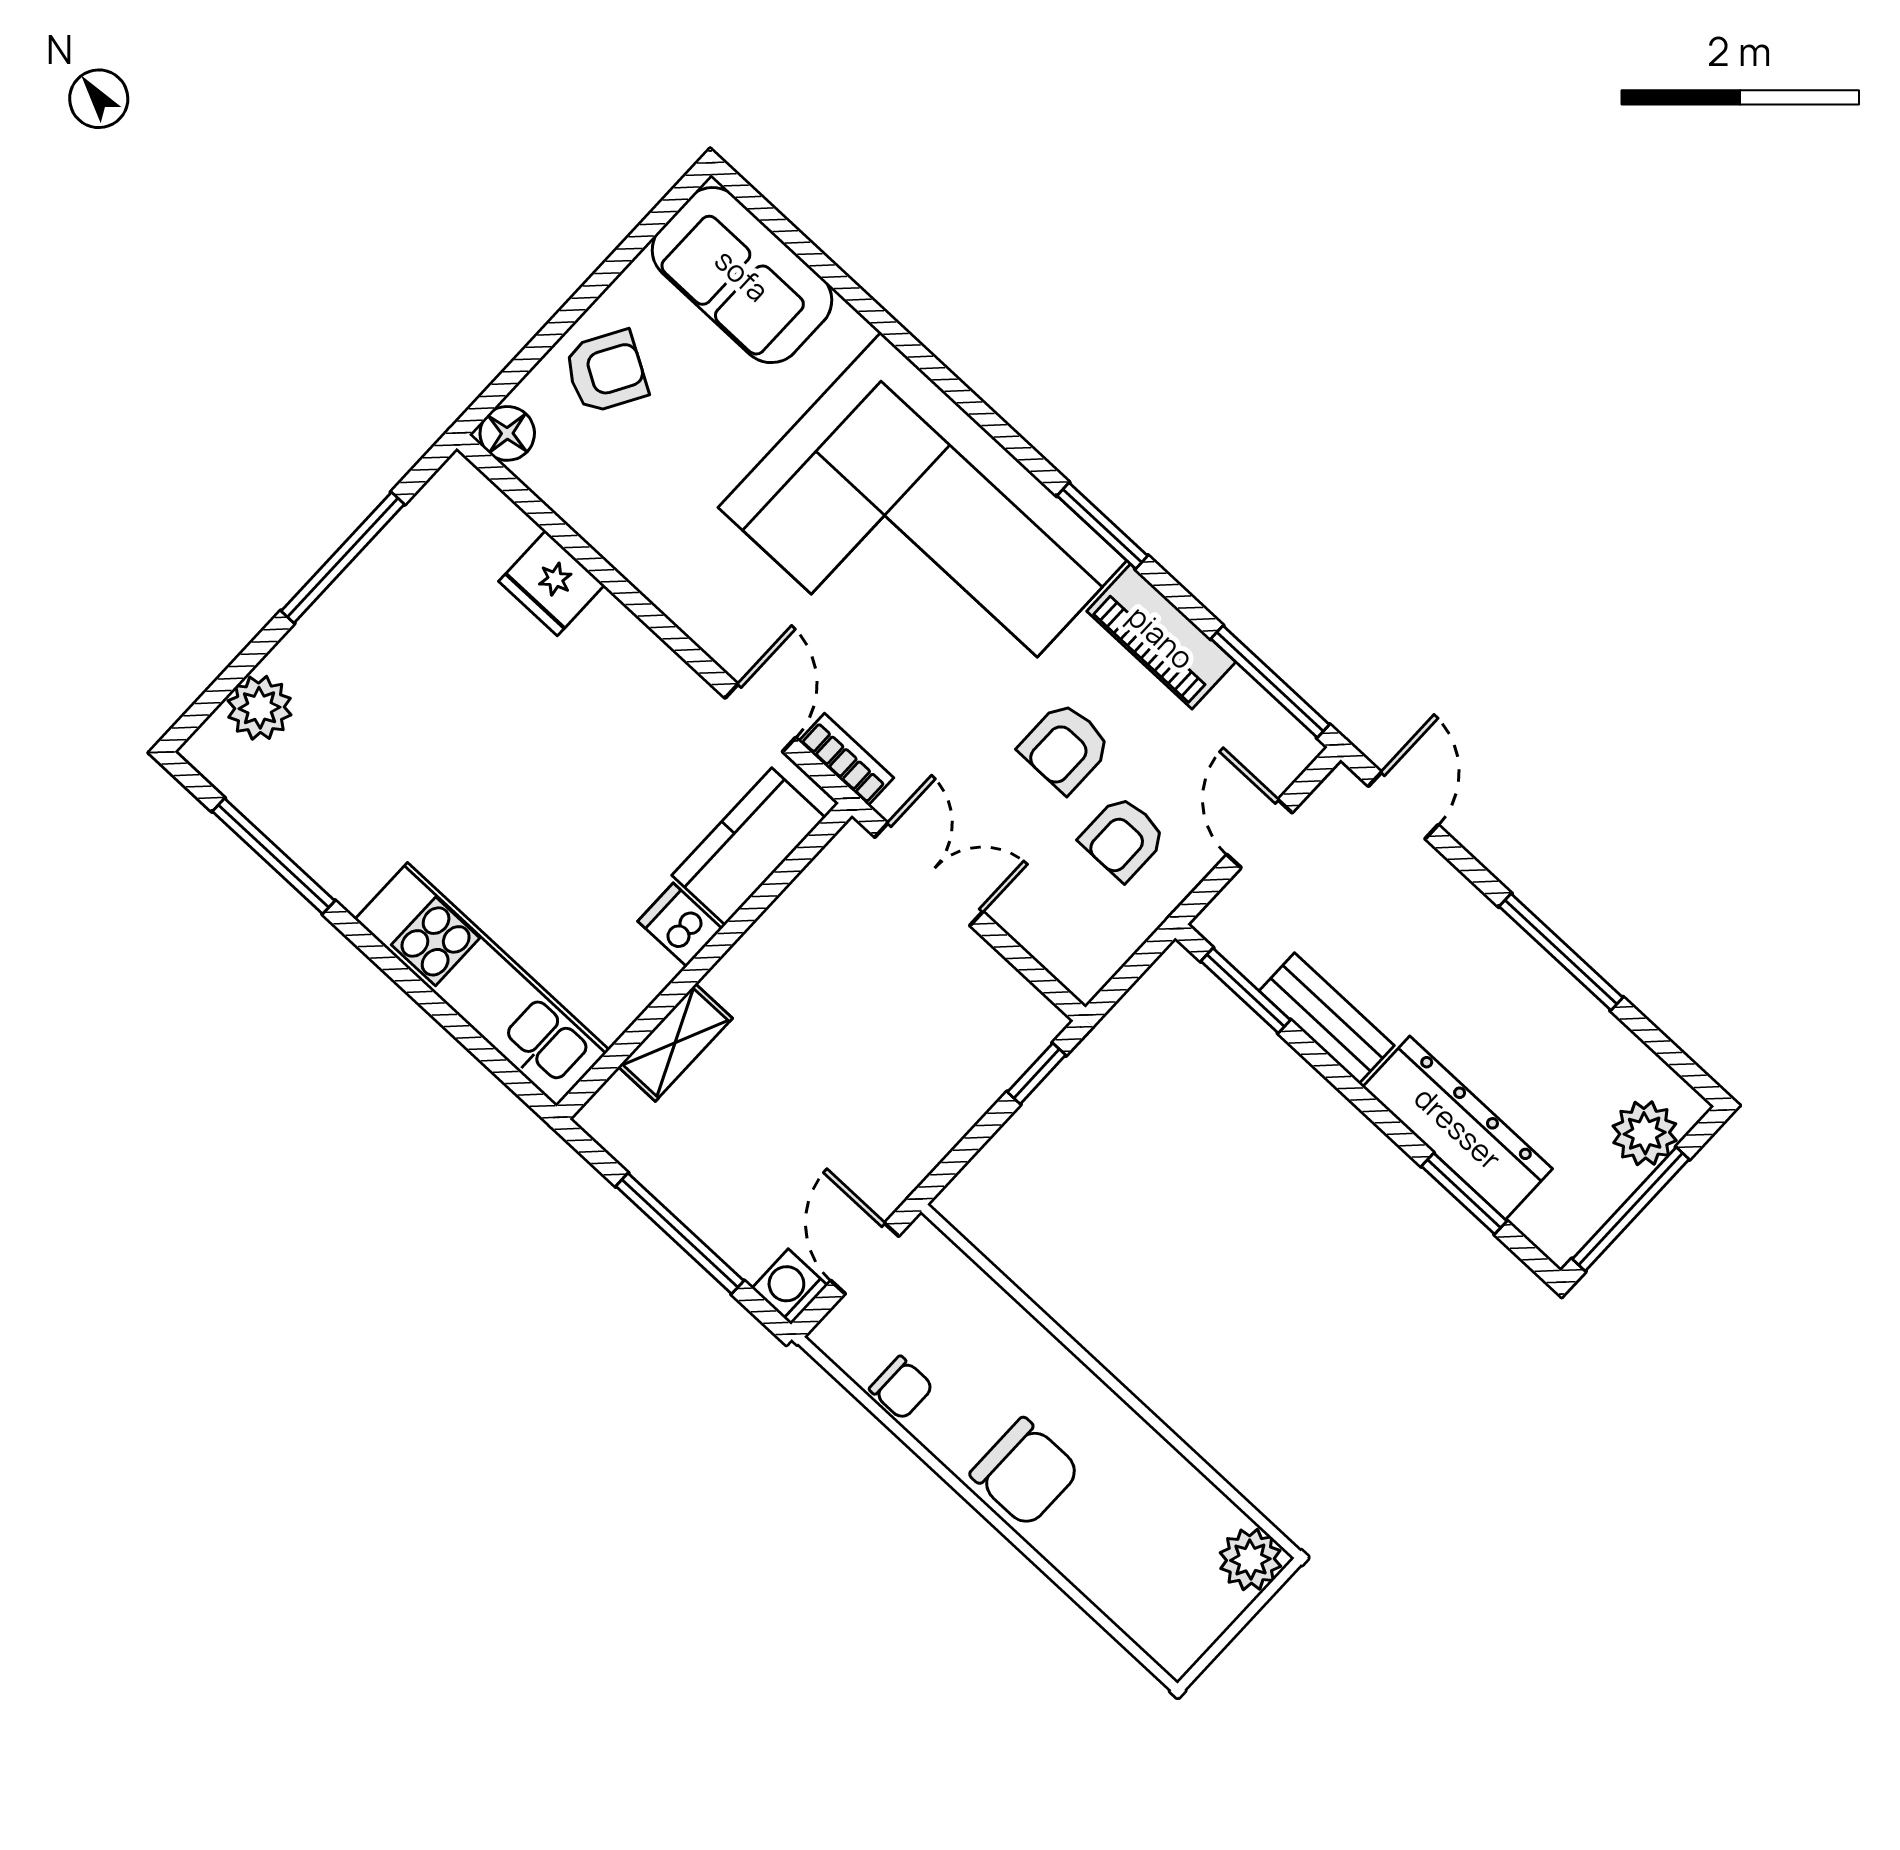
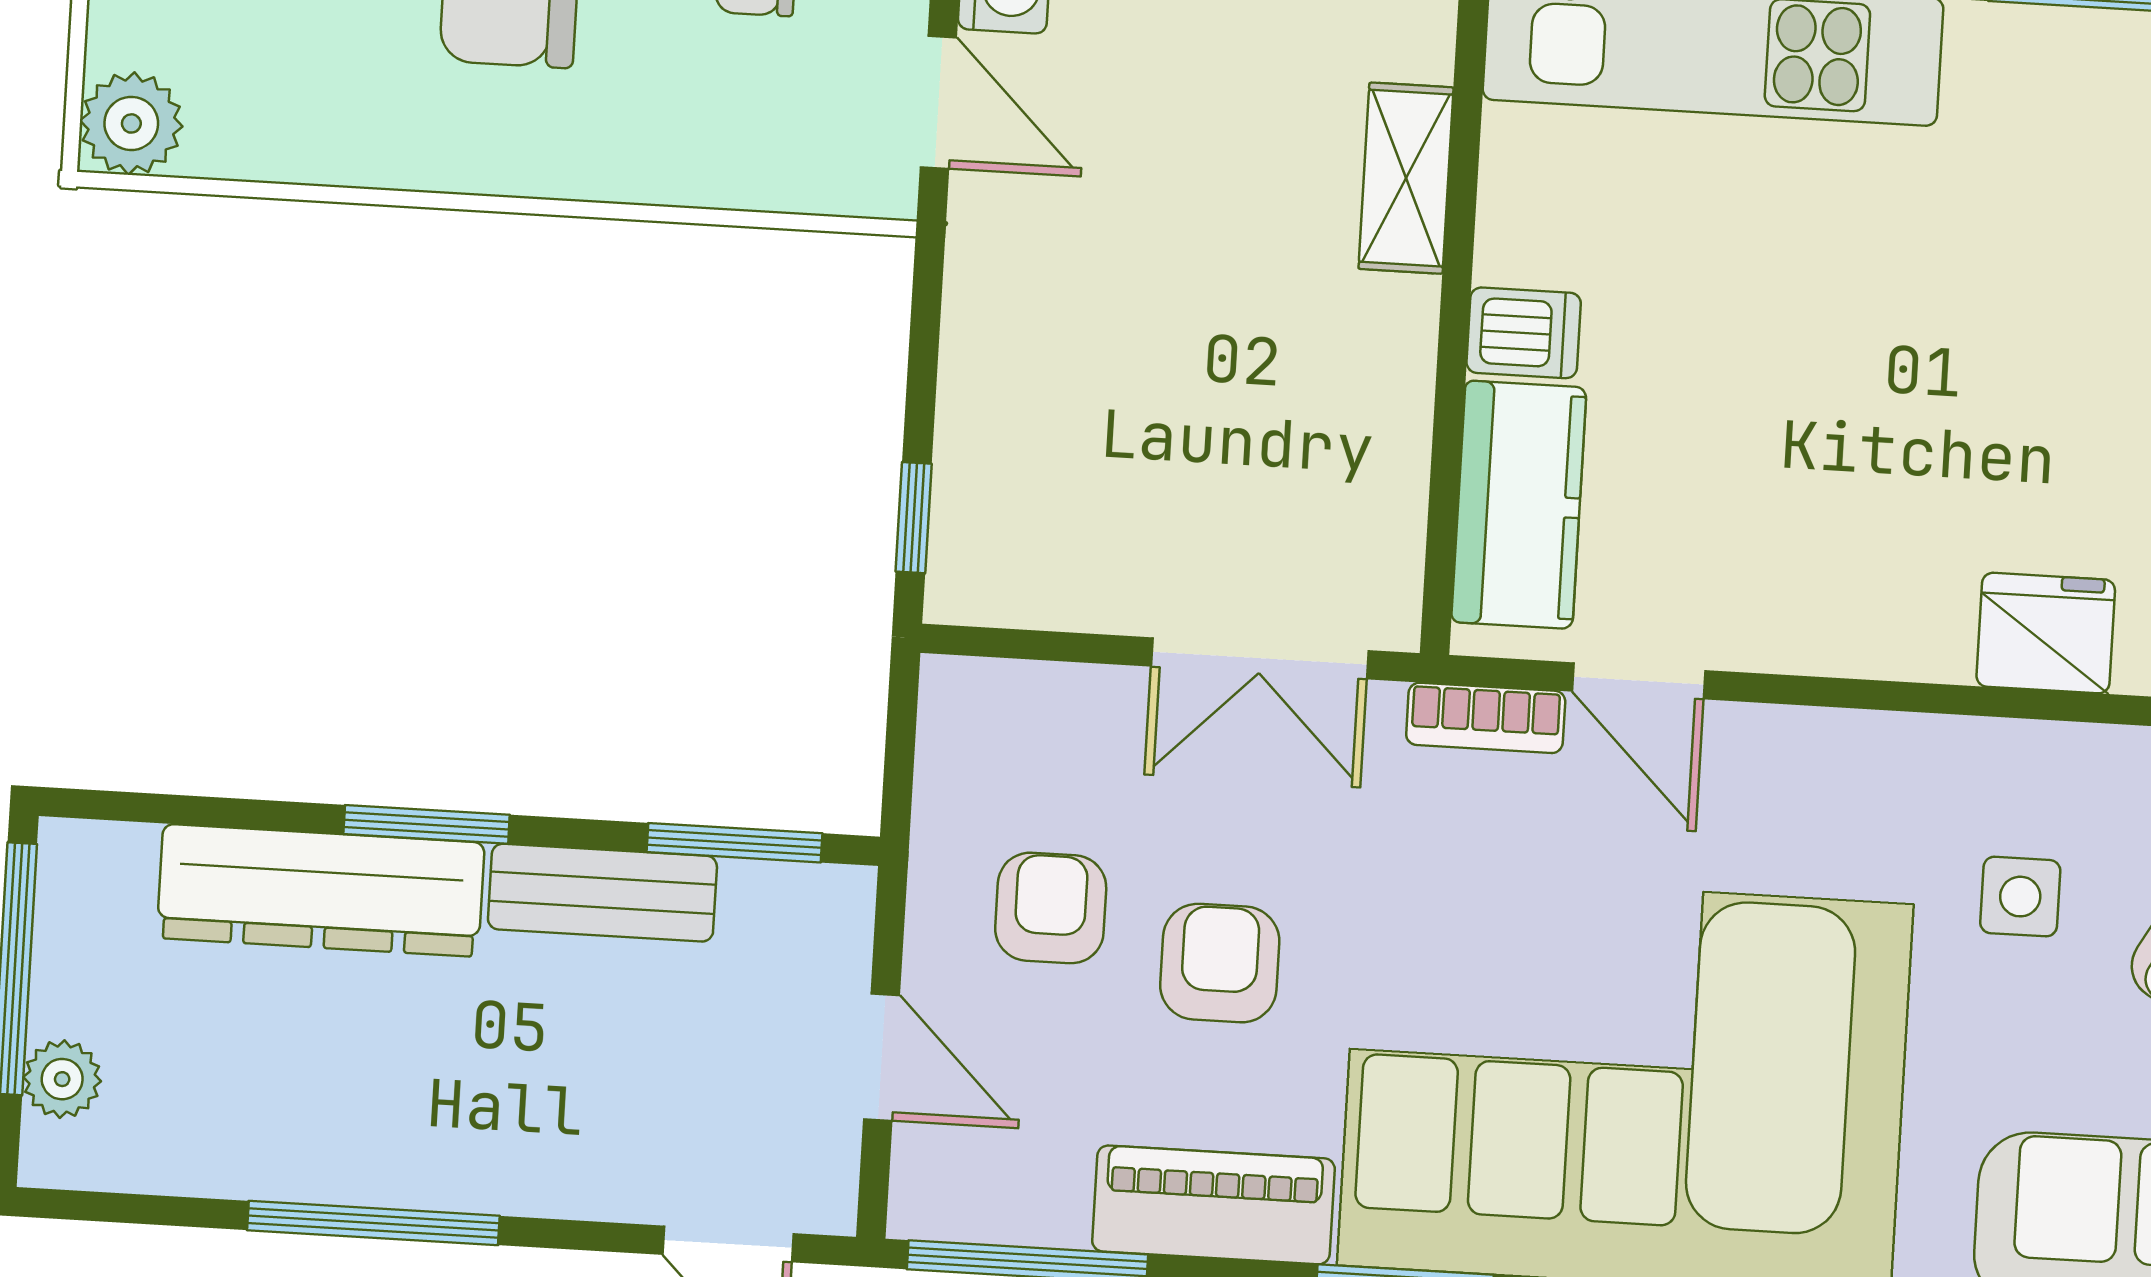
side table: (665, 470) -> (2020, 897), added
plant: (1645, 1133) -> (62, 1079), width x0.73, depth x0.73
window: (1464, 1194) -> (427, 824), moved

